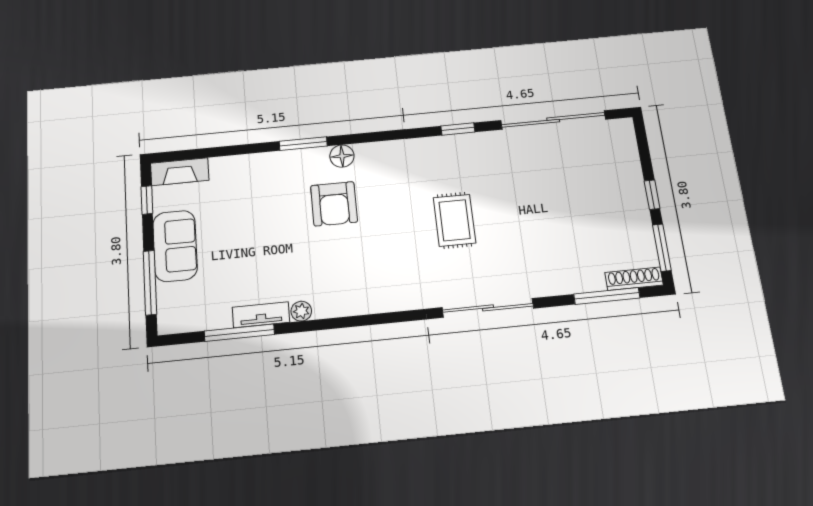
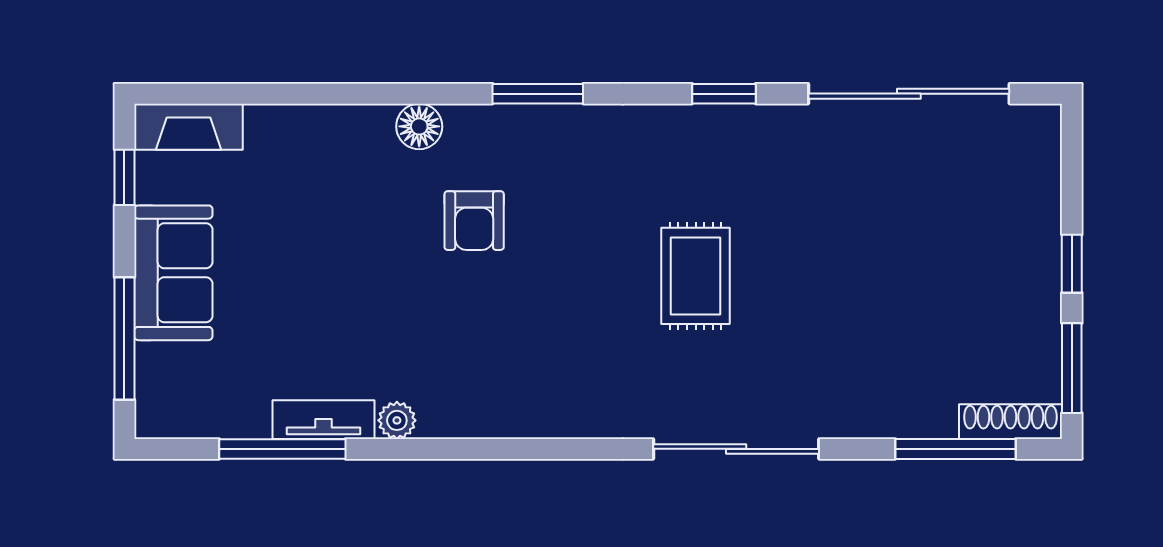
window: (303, 144) -> (538, 94), moved
floor lamp: (342, 156) -> (419, 126), moved
armchair: (334, 204) -> (474, 221), width x0.72, depth x0.72

